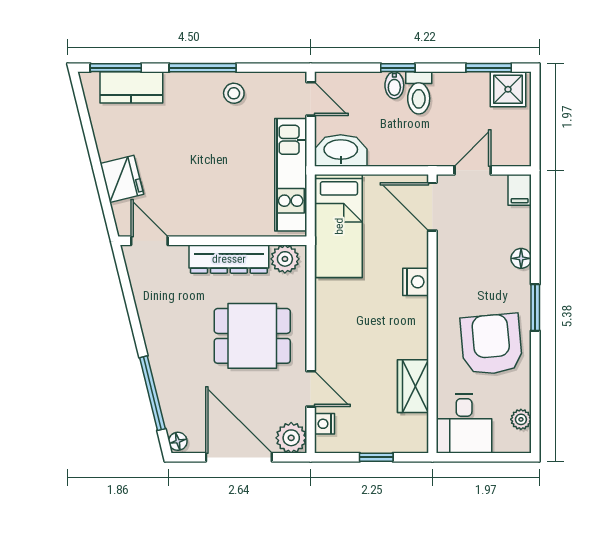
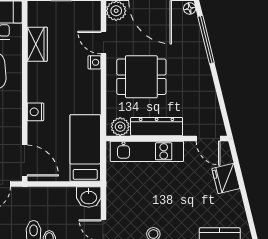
washbasin: (341, 150) -> (89, 197), width x0.72
kitchen unit: (291, 175) -> (147, 151), moved, turned 90
nightstand: (325, 424) -> (95, 62), moved

